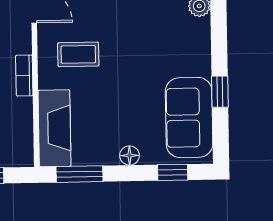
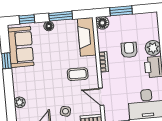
floor lamp: (21, 154) -> (102, 23), added
window: (79, 174) -> (61, 16), moved

